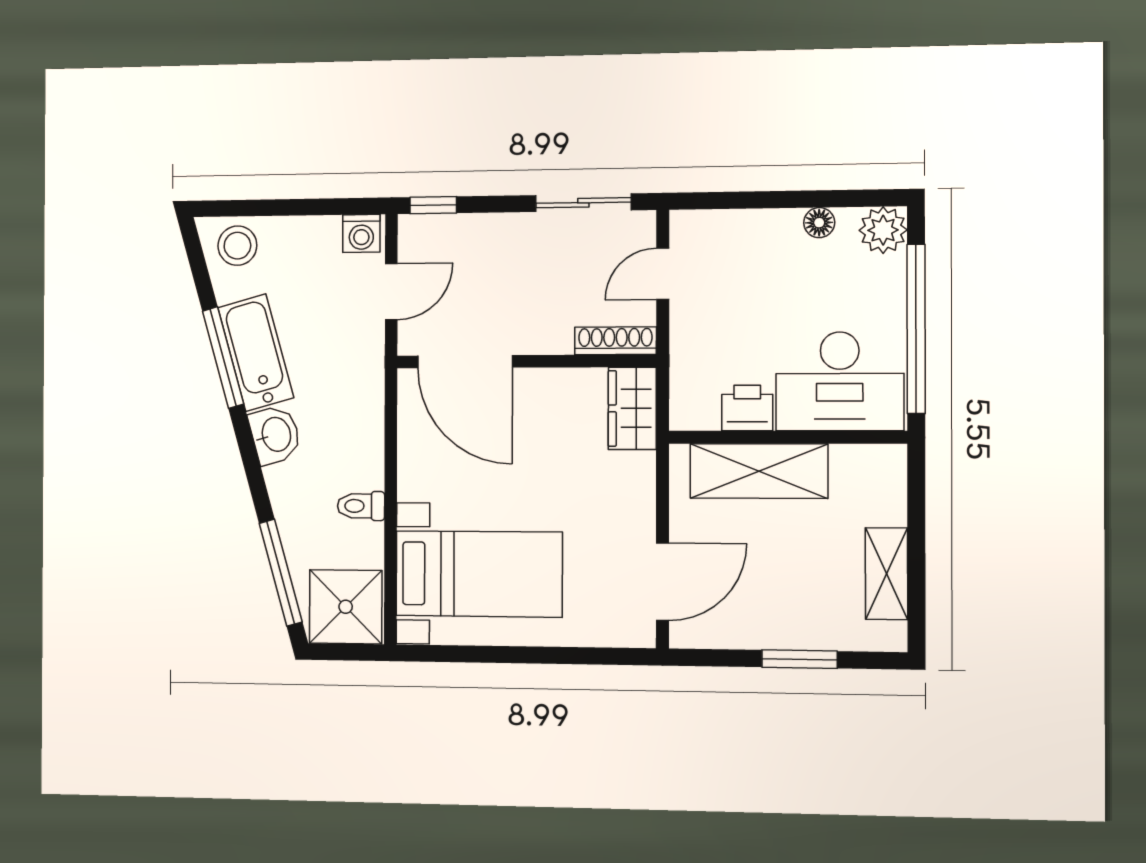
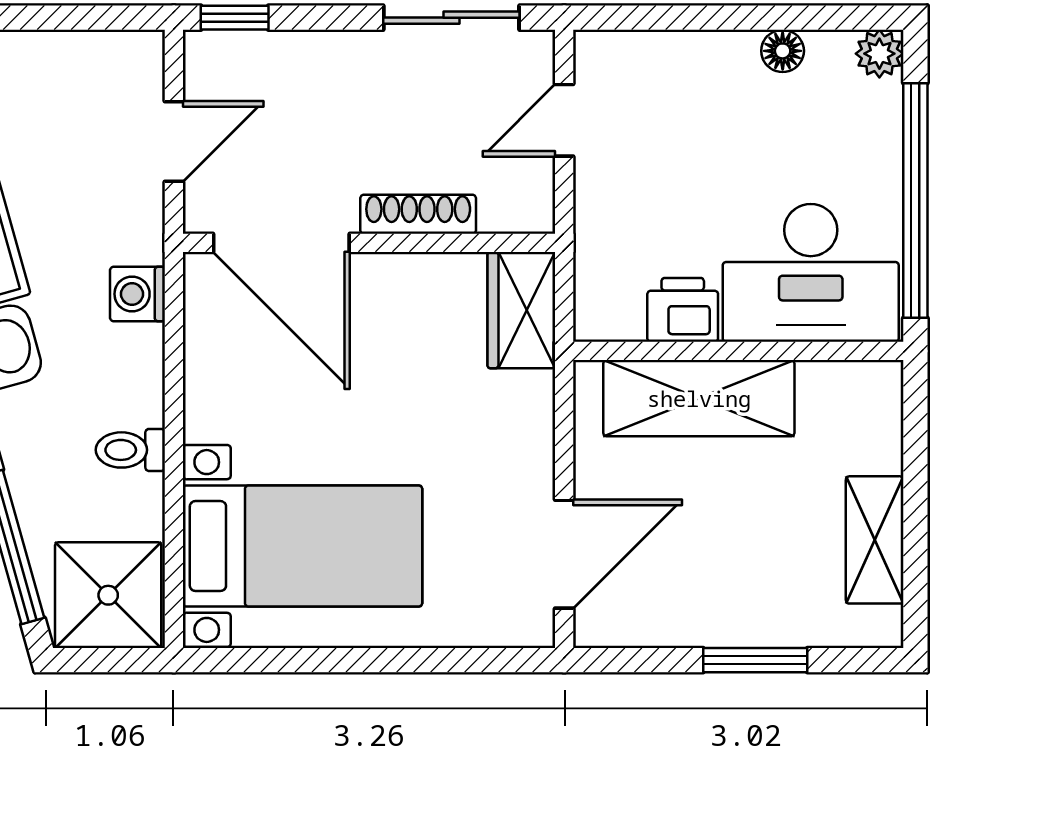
plant: (883, 230) -> (879, 54), width x0.73, depth x0.73
washing machine: (361, 233) -> (137, 294), moved, turned 90
shoe rack: (615, 341) -> (418, 214), moved

